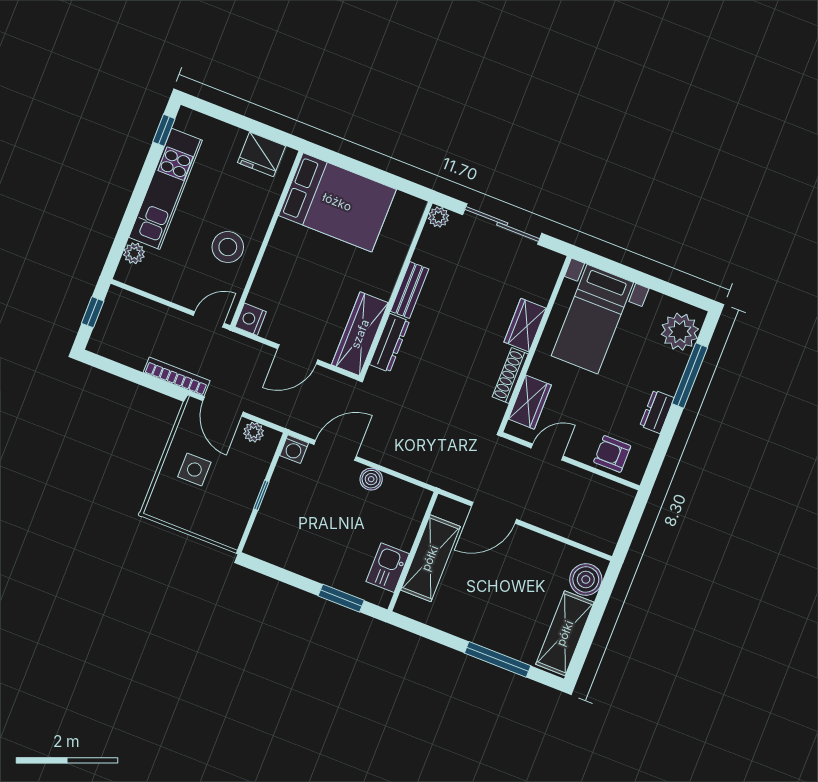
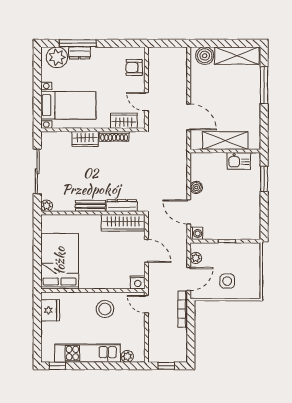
dresser: (657, 412) -> (80, 53), moved
armchair: (612, 454) -> (134, 67), turned 90

